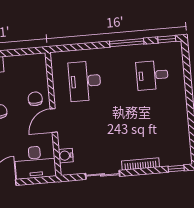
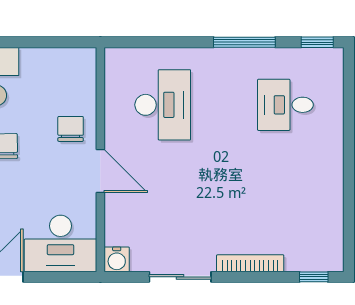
desk: (85, 81) -> (163, 105), turned 180
door: (54, 120) -> (100, 171), swing flipped
water cooler: (66, 156) -> (117, 259), moved, turned -90

